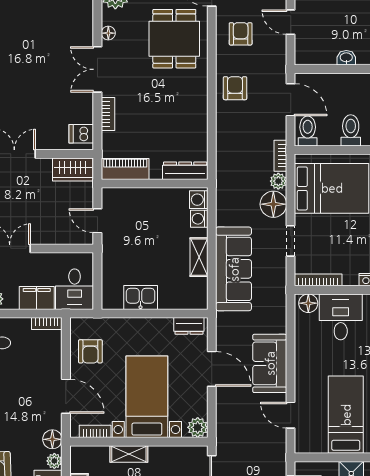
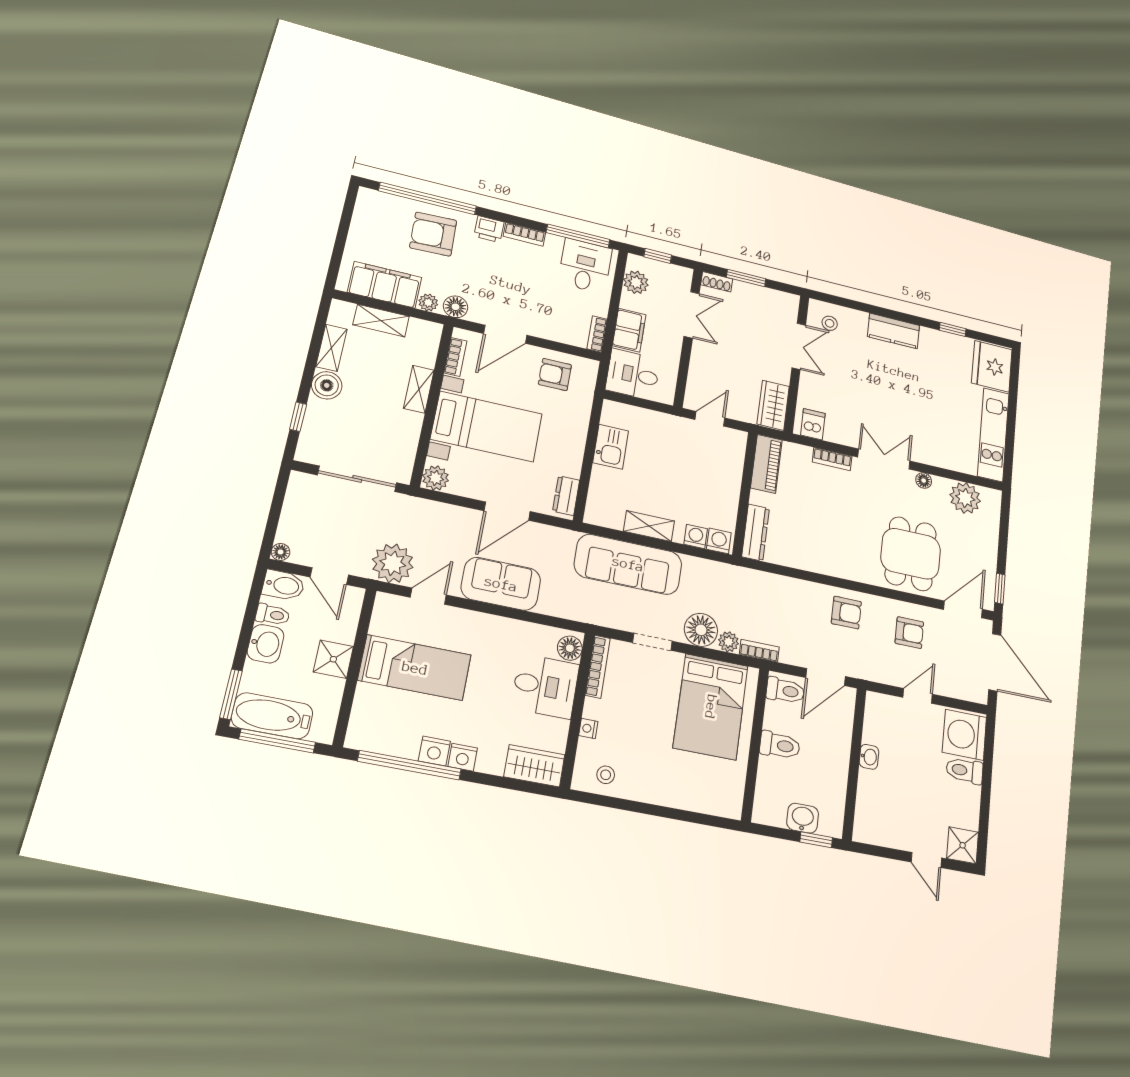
dining table: (174, 39) -> (911, 554), turned 90
plant: (271, 446) -> (393, 563), added

